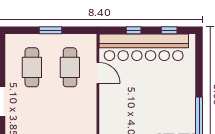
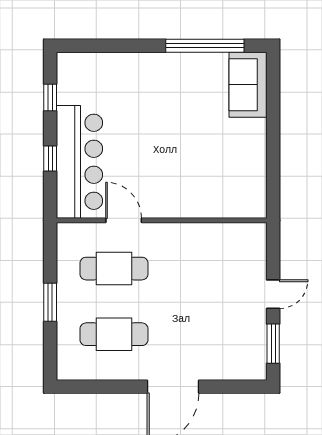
bar counter: (144, 47) -> (79, 162), width x0.73
door: (98, 73) -> (124, 220), hinge flipped

